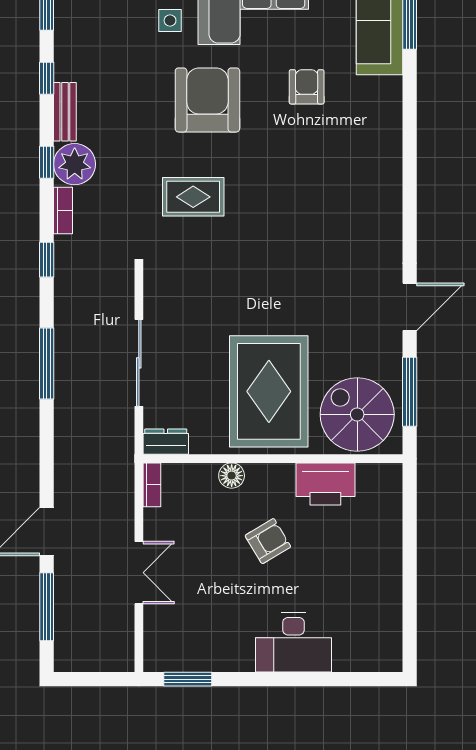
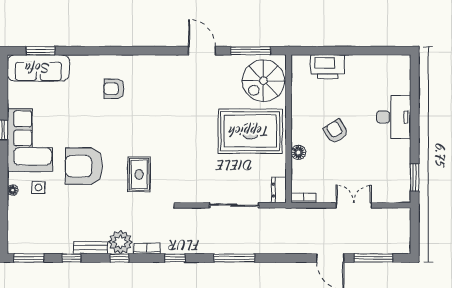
armchair: (307, 87) -> (114, 89), moved
printer: (325, 484) -> (328, 67), moved, turned 90

